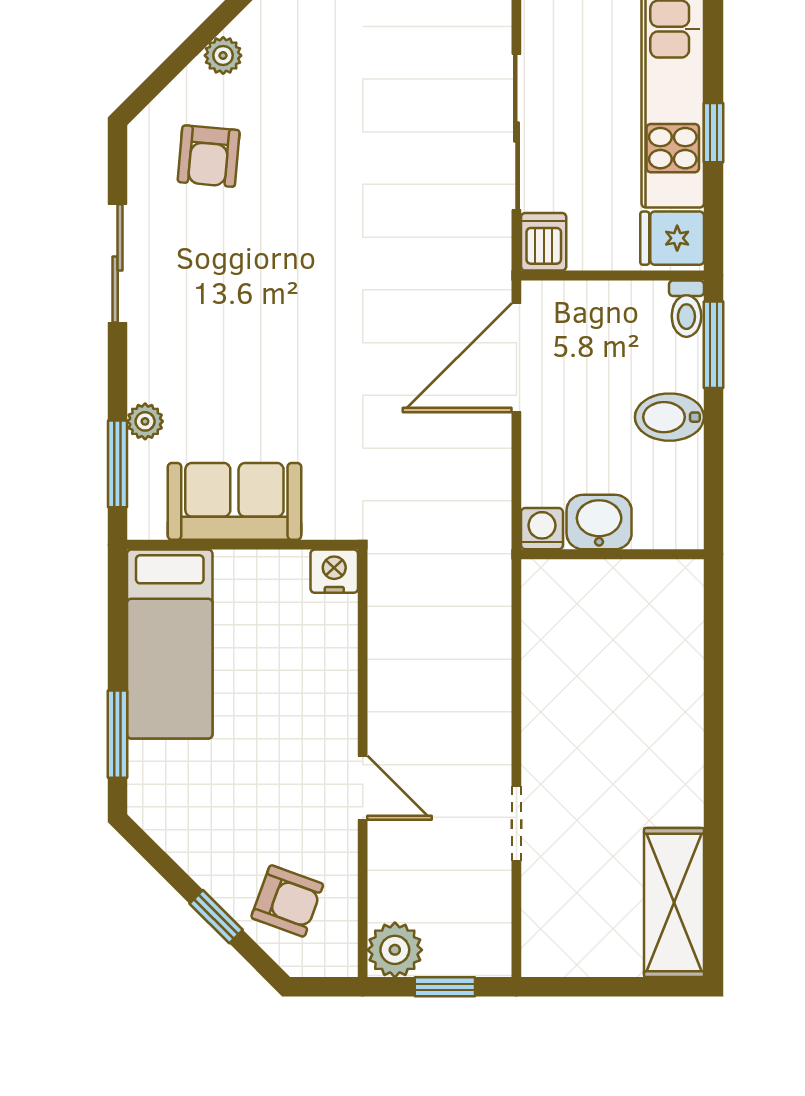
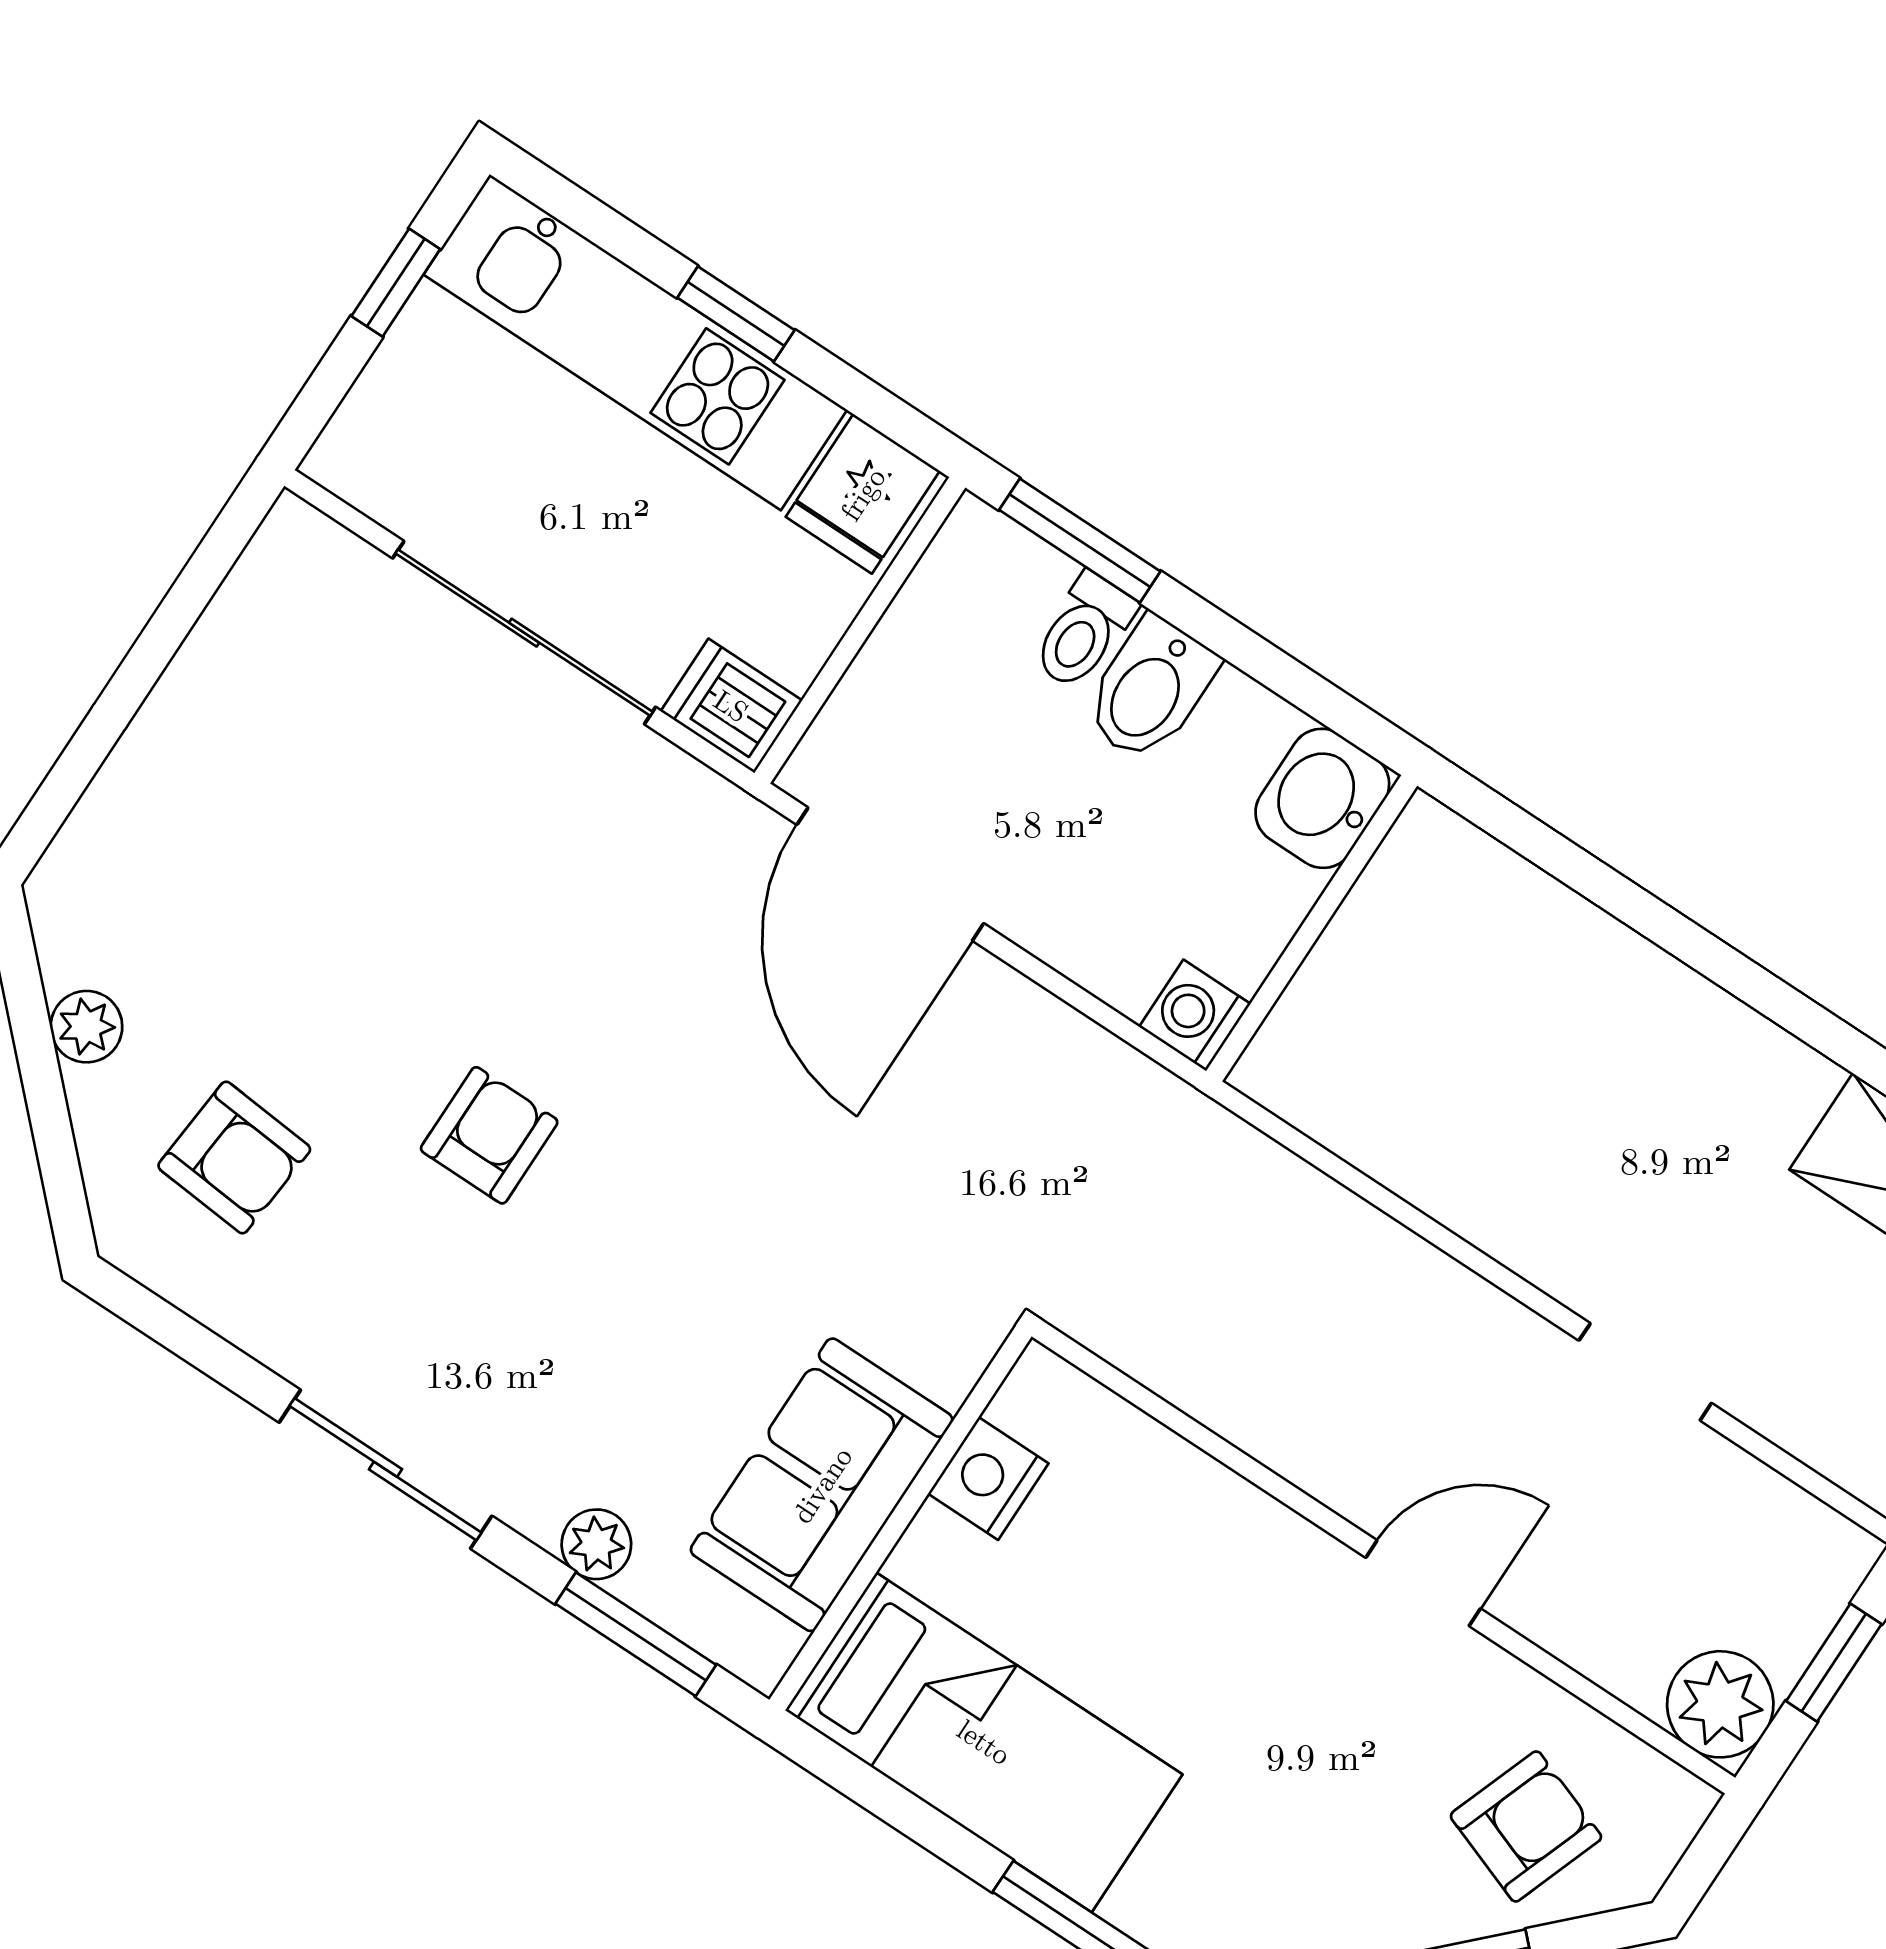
armchair: (290, 259) -> (489, 1135), added
sliding door: (118, 263) -> (386, 1469), moved
toilet: (686, 309) -> (1084, 631), moved, turned 90
washbasin: (599, 522) -> (1322, 798), moved
nightstand: (334, 571) -> (988, 1479), moved

